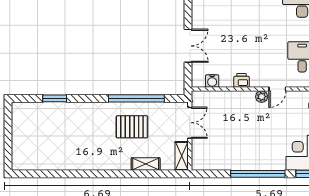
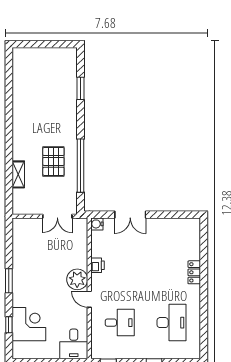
water cooler: (212, 81) -> (97, 224), moved
plant: (262, 97) -> (77, 279), width x1.87, depth x1.87
shelving: (182, 156) -> (26, 209), removed
window: (258, 174) -> (9, 281), width x0.47

